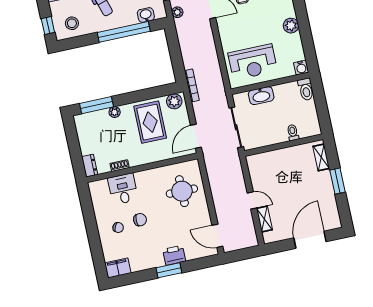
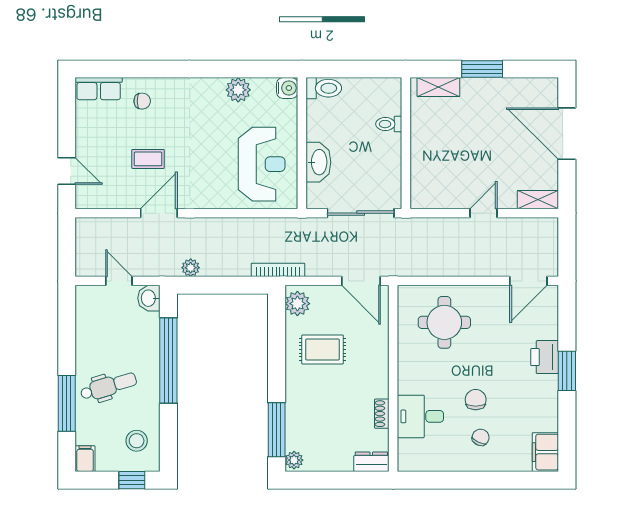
plant: (177, 12) -> (191, 268), moved
washbasin: (146, 15) -> (149, 298), moved
plant: (291, 26) -> (238, 90), moved
plant: (115, 112) -> (294, 460), moved
rug: (150, 122) -> (322, 350), width x0.73, depth x0.70
shelving: (264, 219) -> (538, 200), moved

